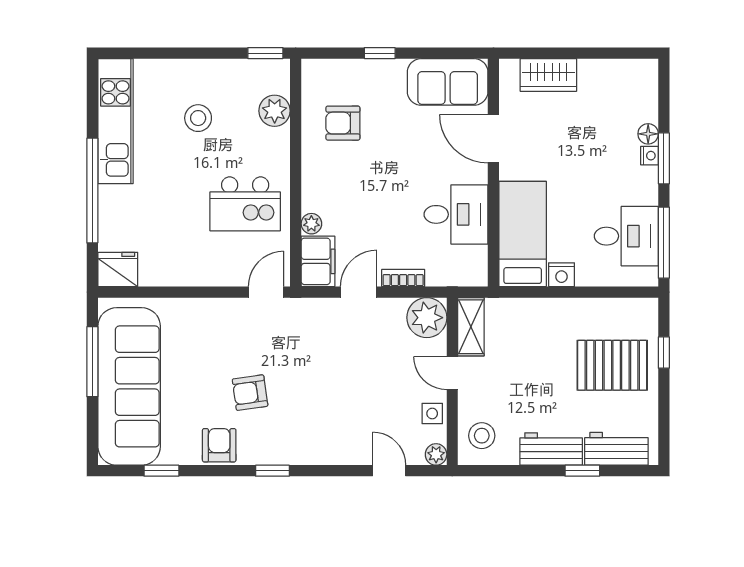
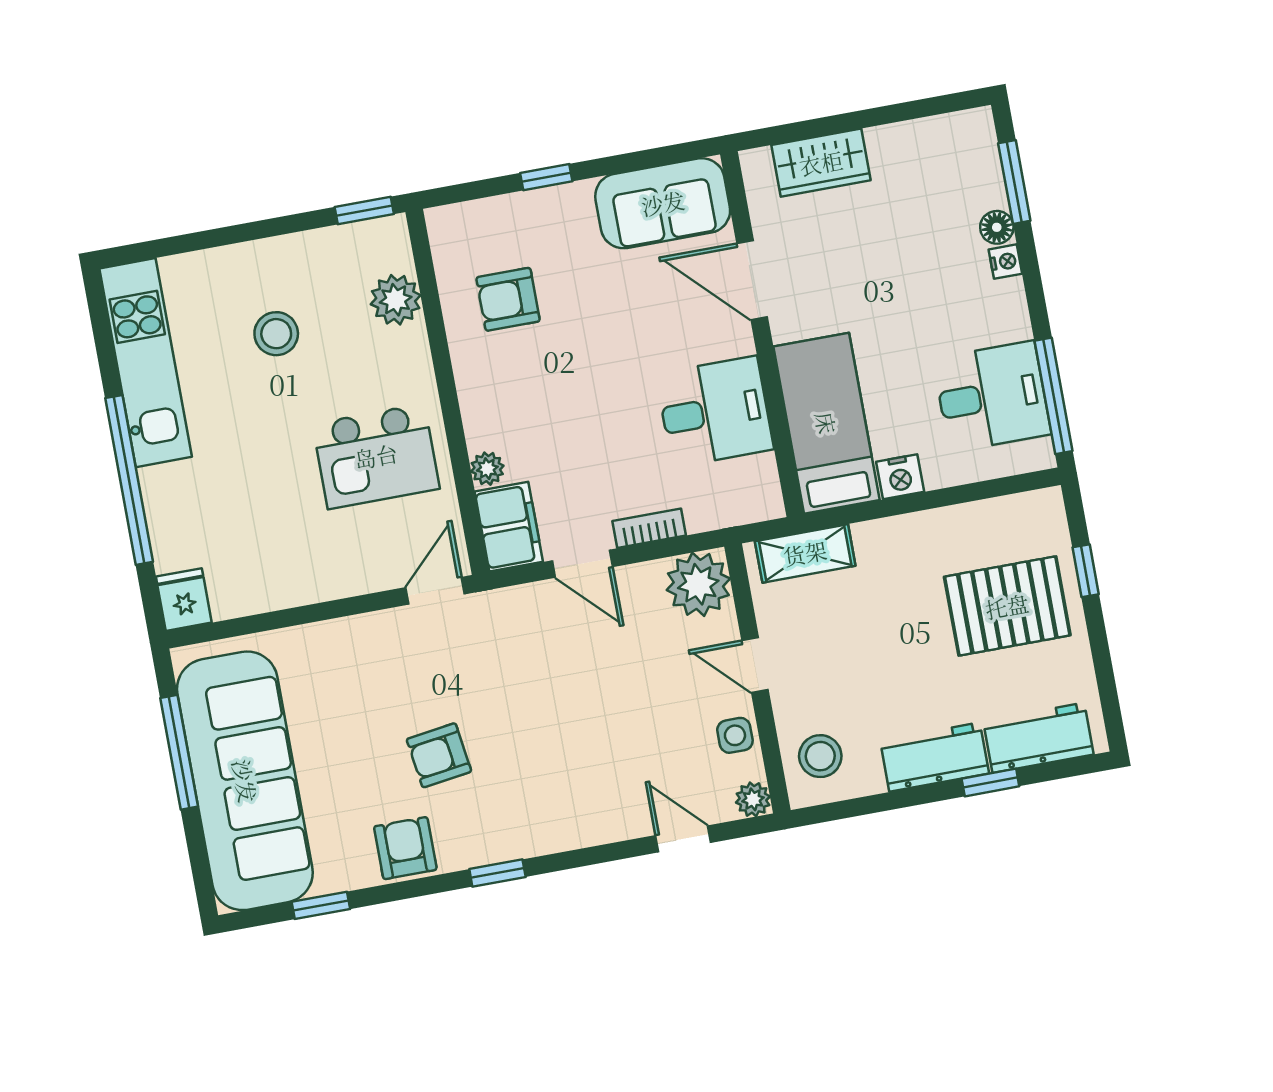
window: (664, 158) -> (1014, 182), moved
fridge: (118, 269) -> (184, 600), width x0.72
door: (359, 292) -> (582, 564), swing flipped
shelving: (471, 327) -> (805, 553), moved, turned 90

